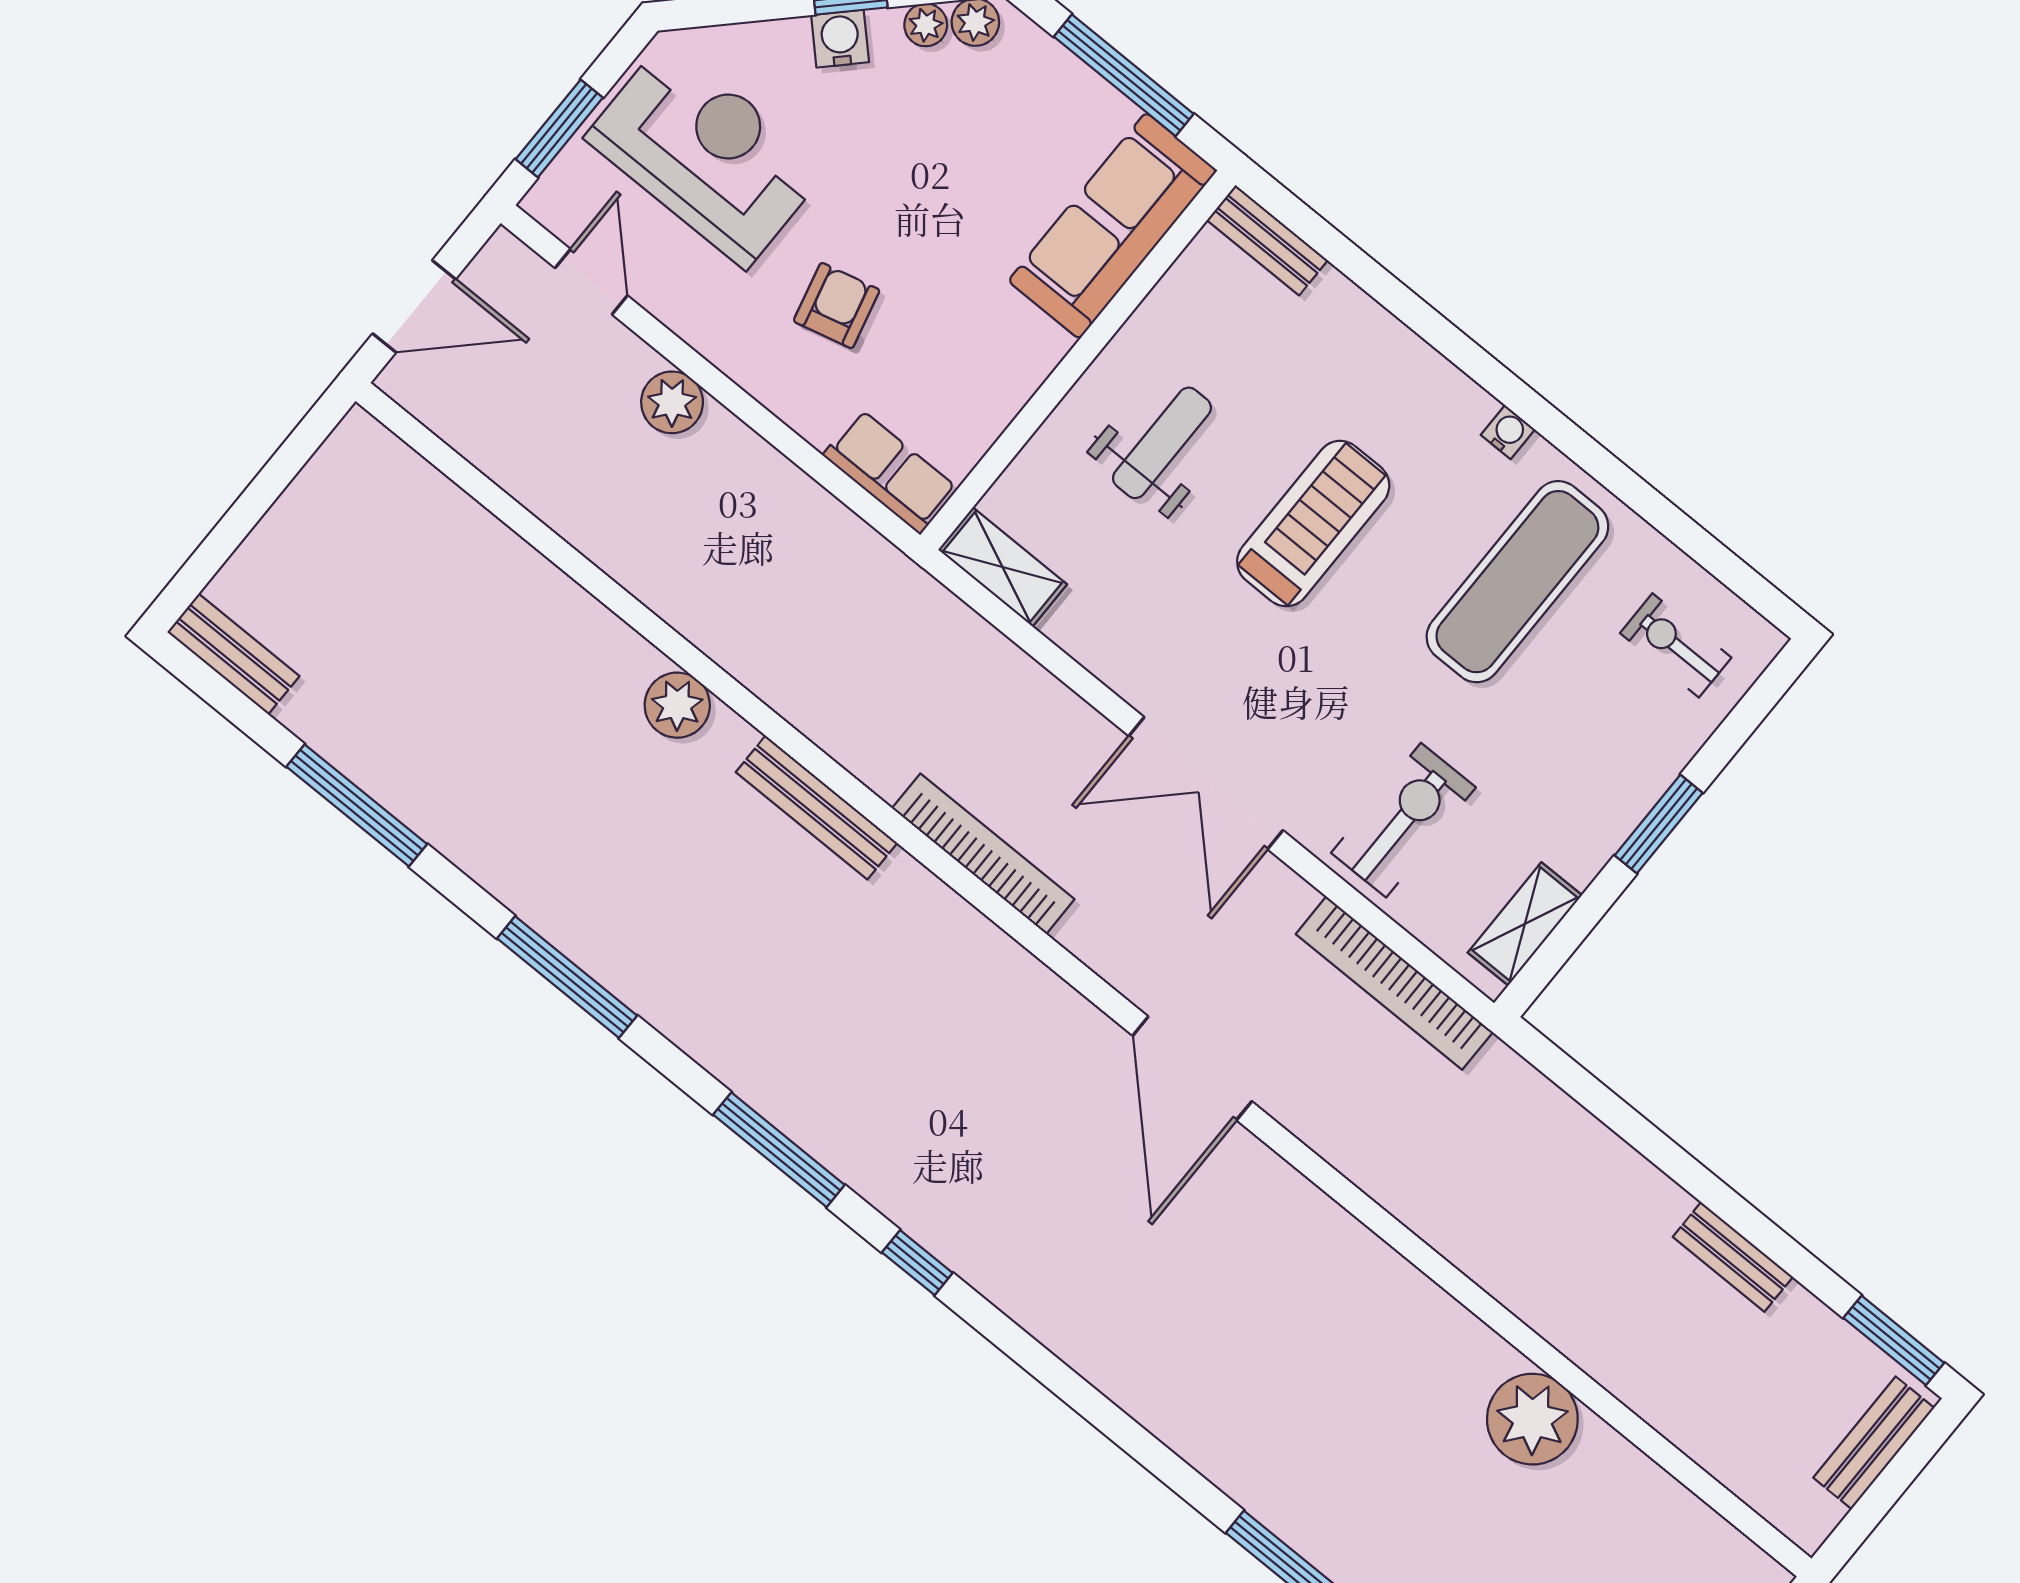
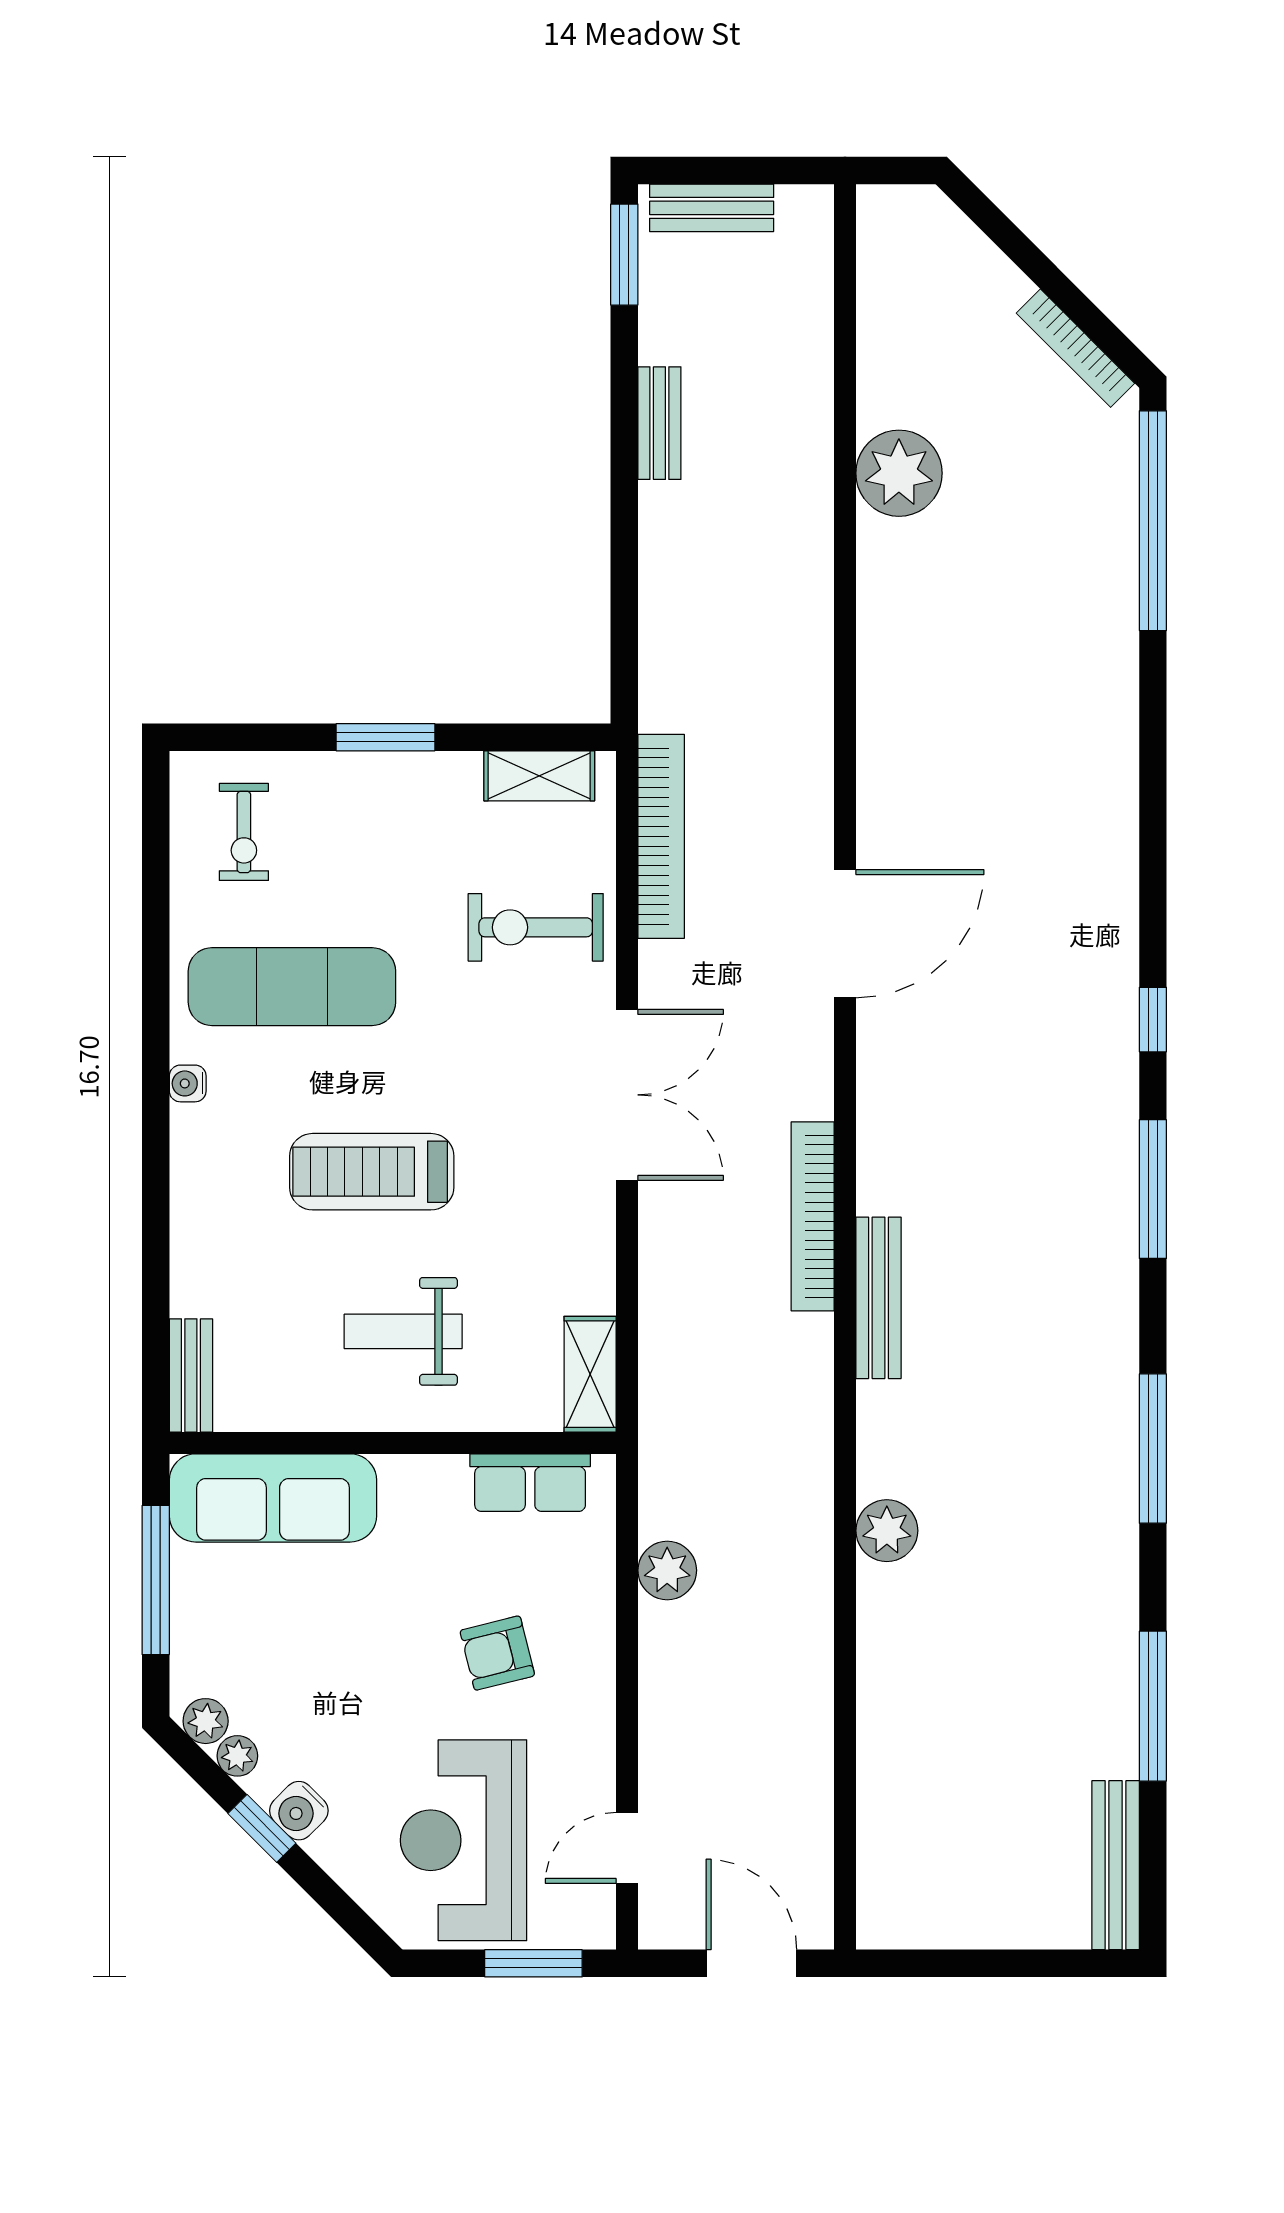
plant: (672, 402) -> (667, 1570), moved
row of seats: (890, 472) -> (530, 1483), moved, turned -90
bench: (233, 654) -> (1116, 1865), width x1.36
bench: (817, 807) -> (879, 1298), moved

